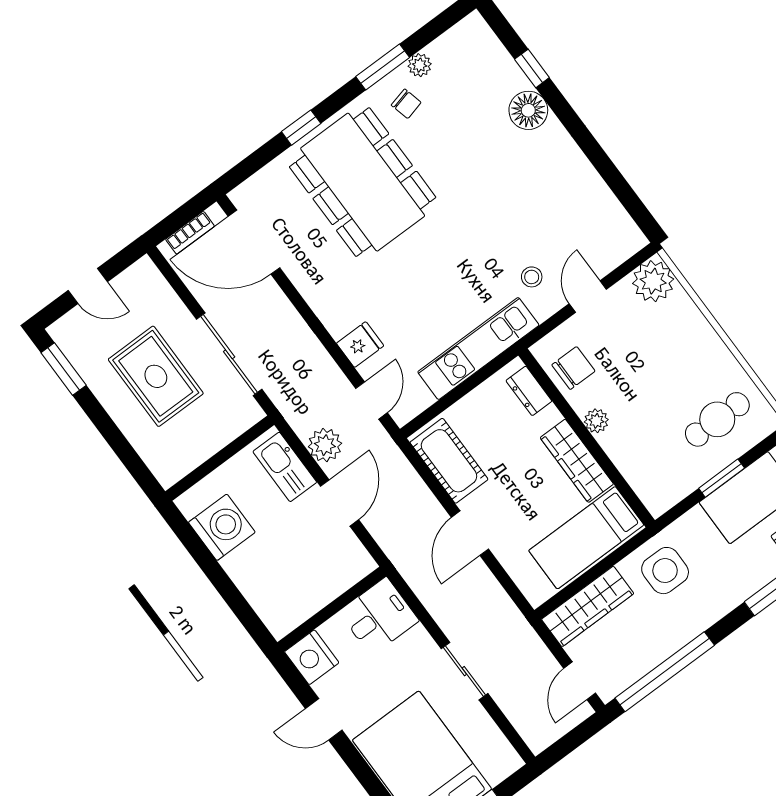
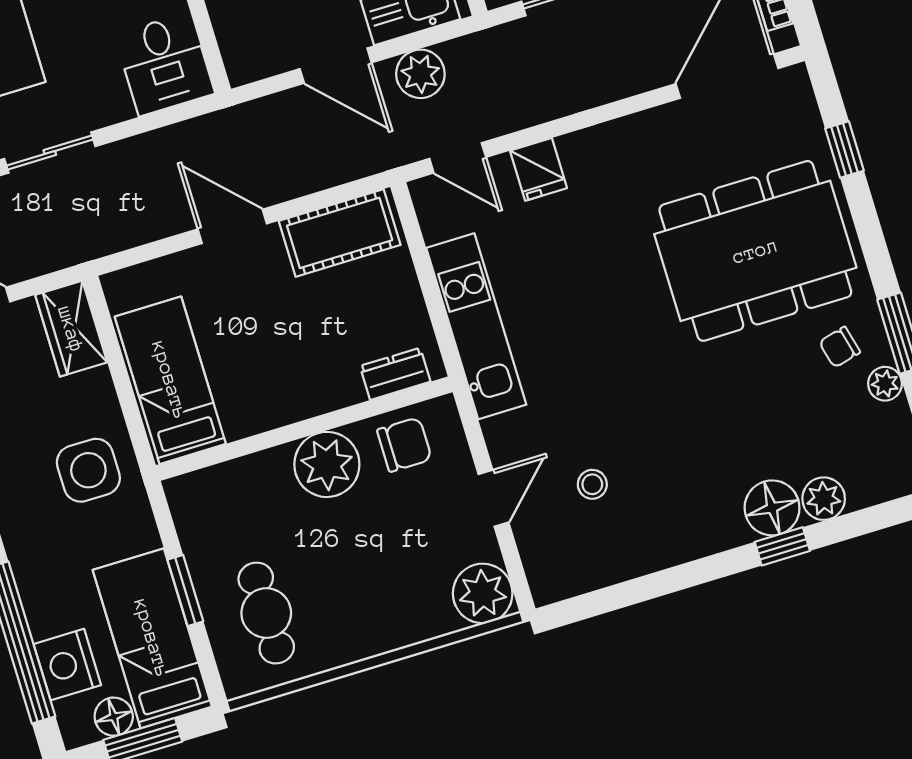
window: (532, 68) -> (782, 546), moved
plant: (510, 78) -> (824, 499), added
window: (301, 128) -> (844, 150), moved
stool: (532, 277) -> (592, 484), moved
door: (588, 296) -> (493, 498), hinge flipped
chair: (573, 368) -> (404, 445), turned -90
plant: (596, 421) -> (327, 464), width x1.87, depth x1.87
wardrobe: (577, 461) -> (278, 405), removed
wardrobe: (588, 606) -> (71, 329), width x0.67

